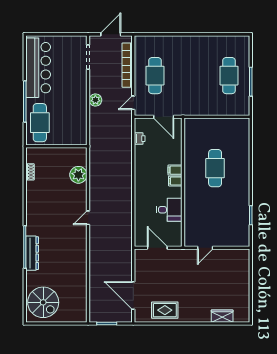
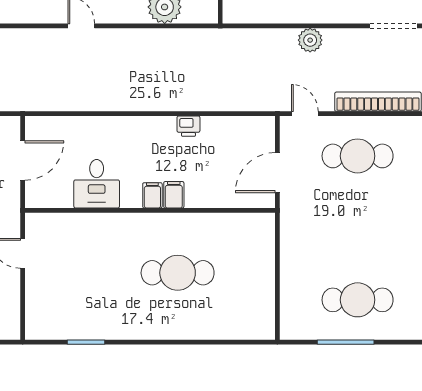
printer: (140, 139) -> (188, 126), moved

